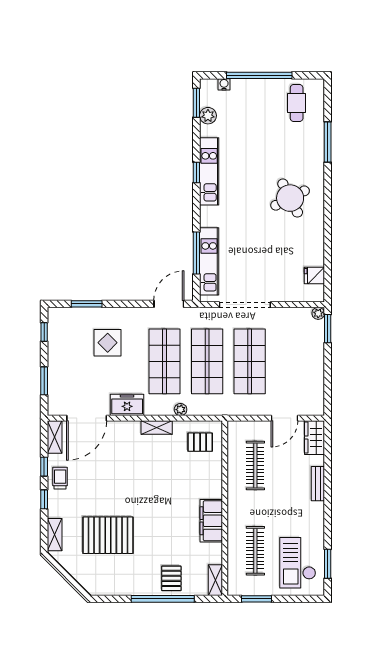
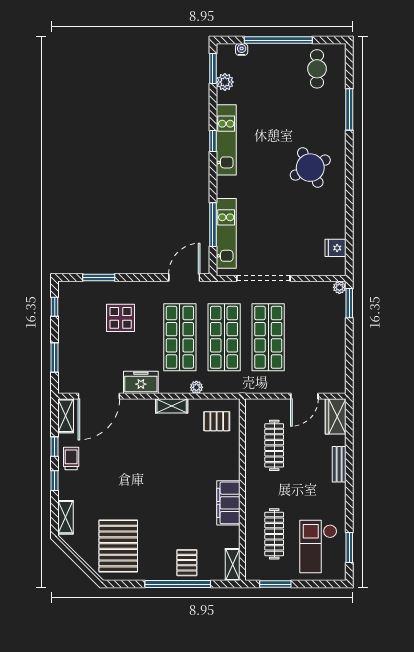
pallet: (108, 535) -> (118, 546), moved, turned 90

